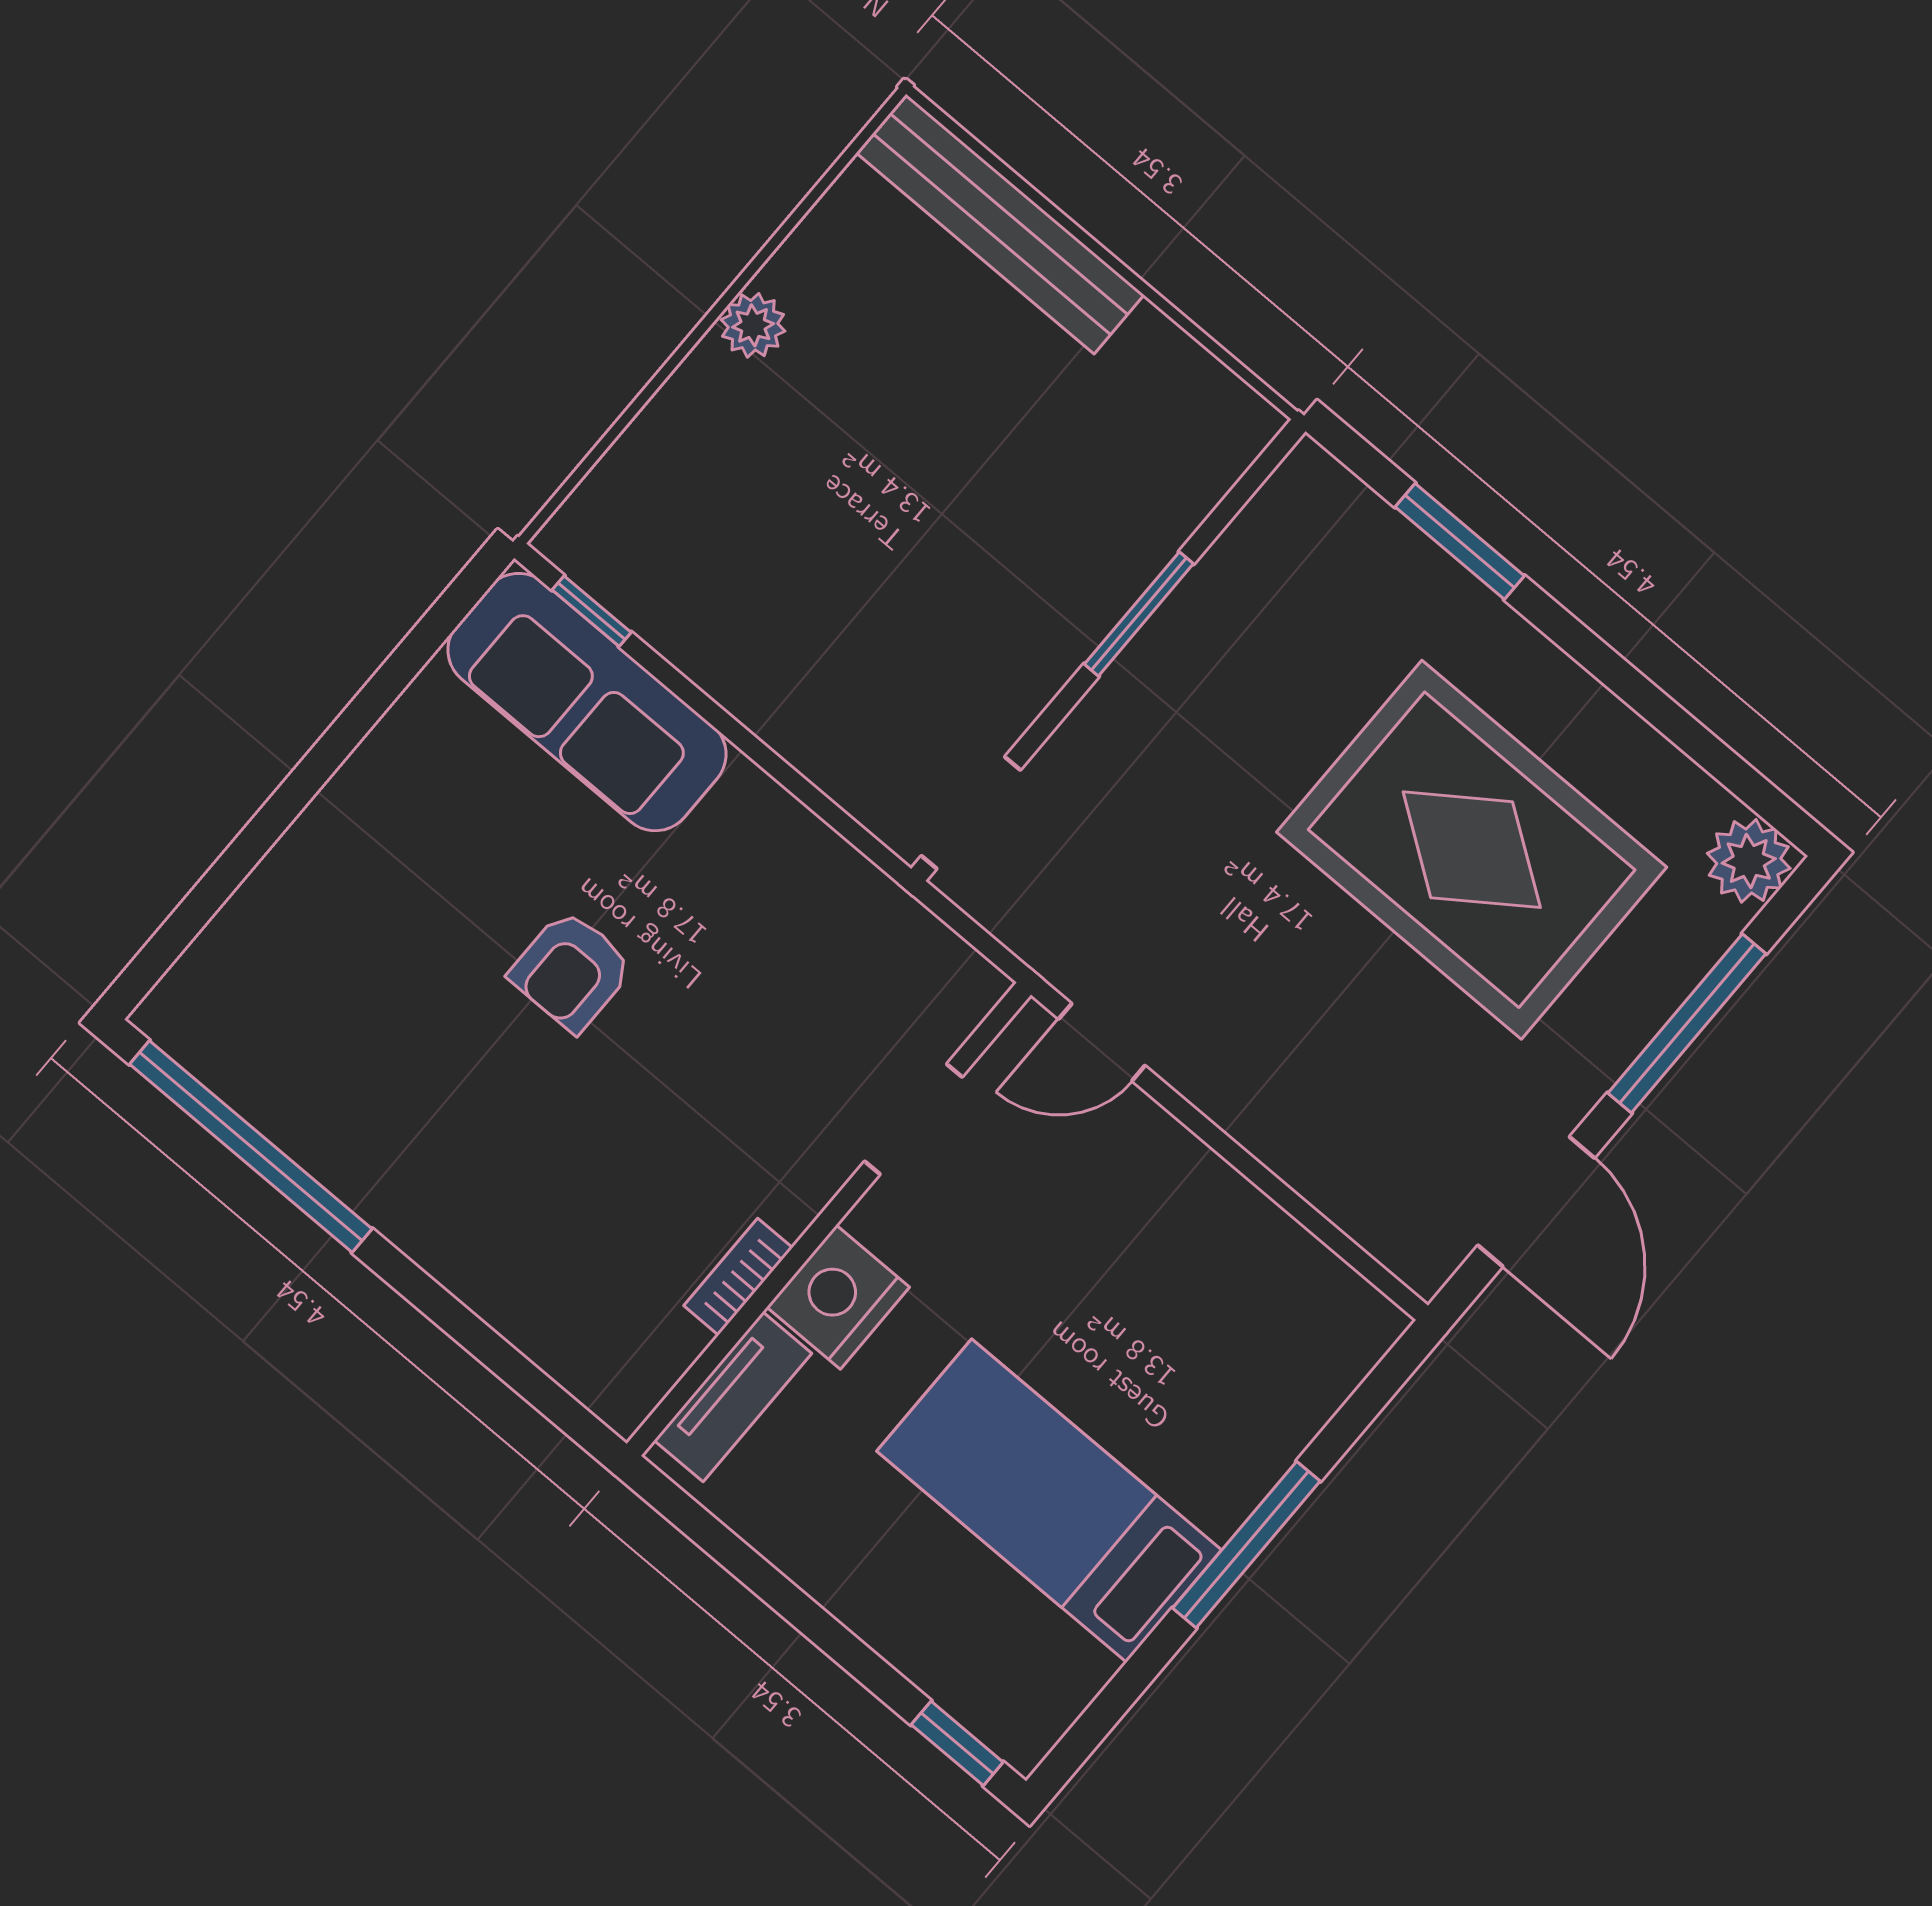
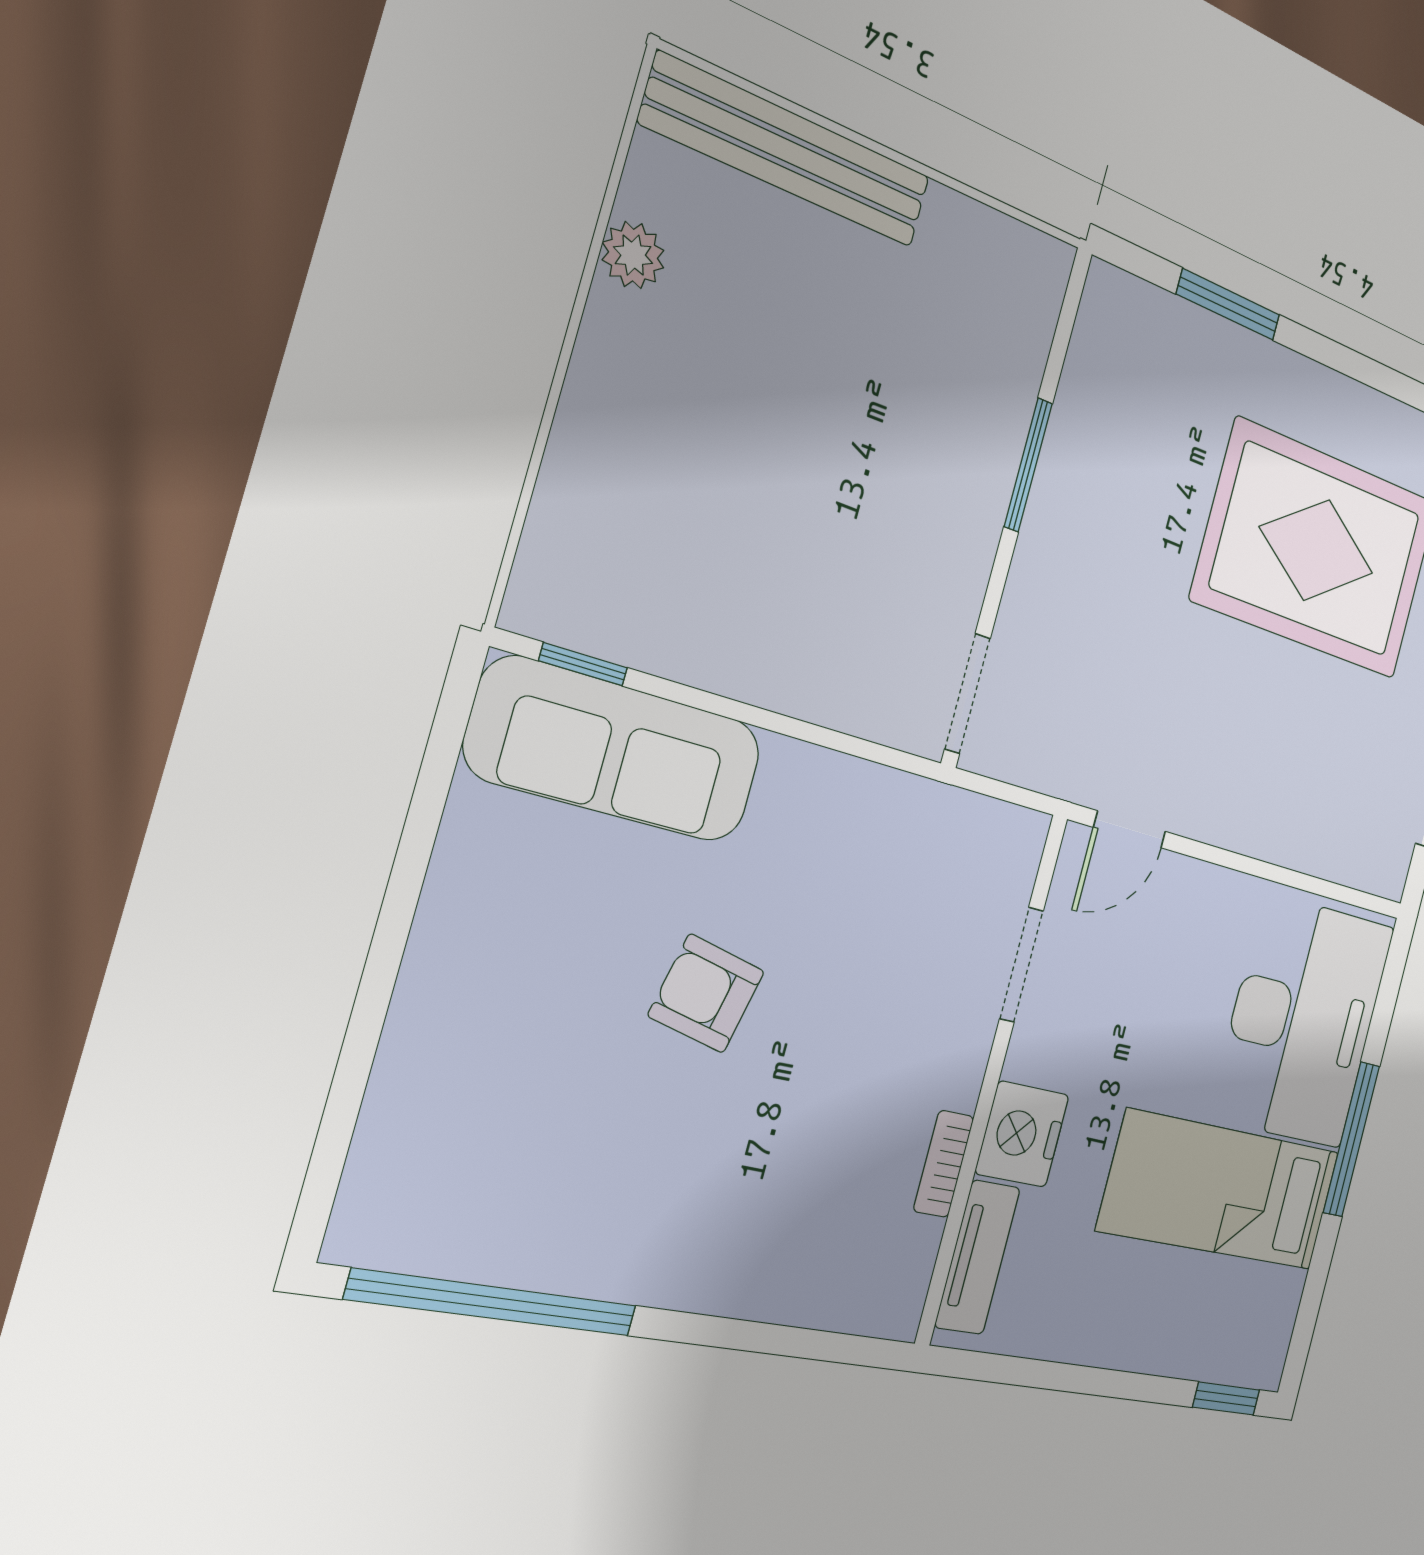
plant: (753, 325) -> (633, 255), moved
armchair: (571, 971) -> (706, 993), turned 103
desk: (1236, 1370) -> (1303, 1021), added

